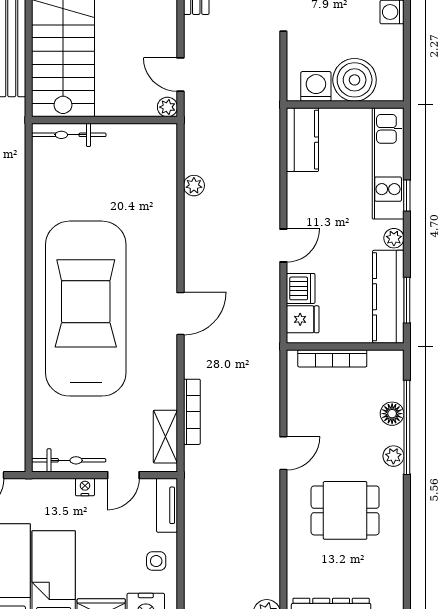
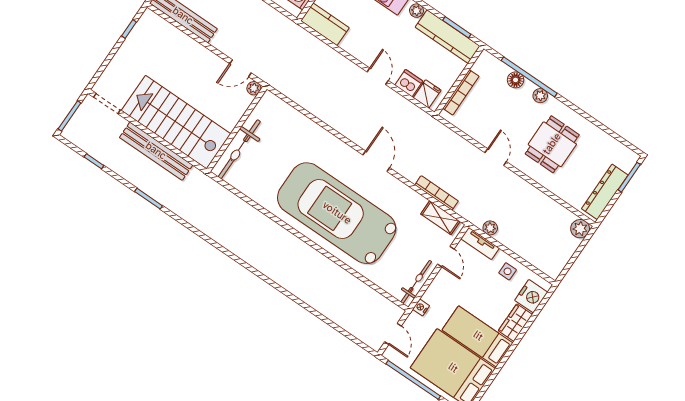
bicycle: (69, 135) -> (239, 149), width x1.37, depth x1.40
plant: (194, 186) -> (490, 228), moved
nightstand: (85, 487) -> (421, 307), moved

